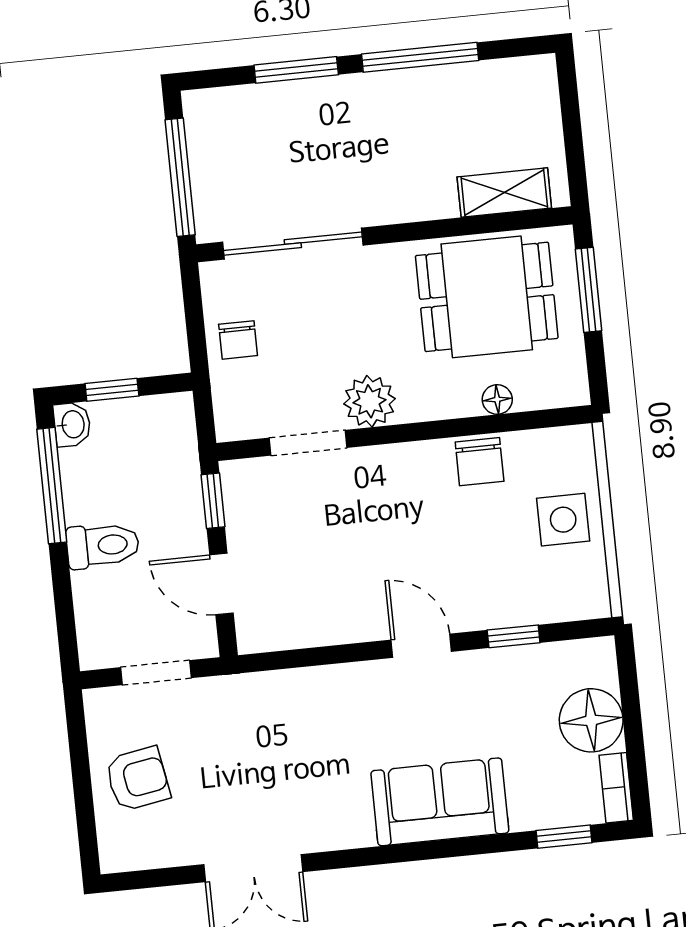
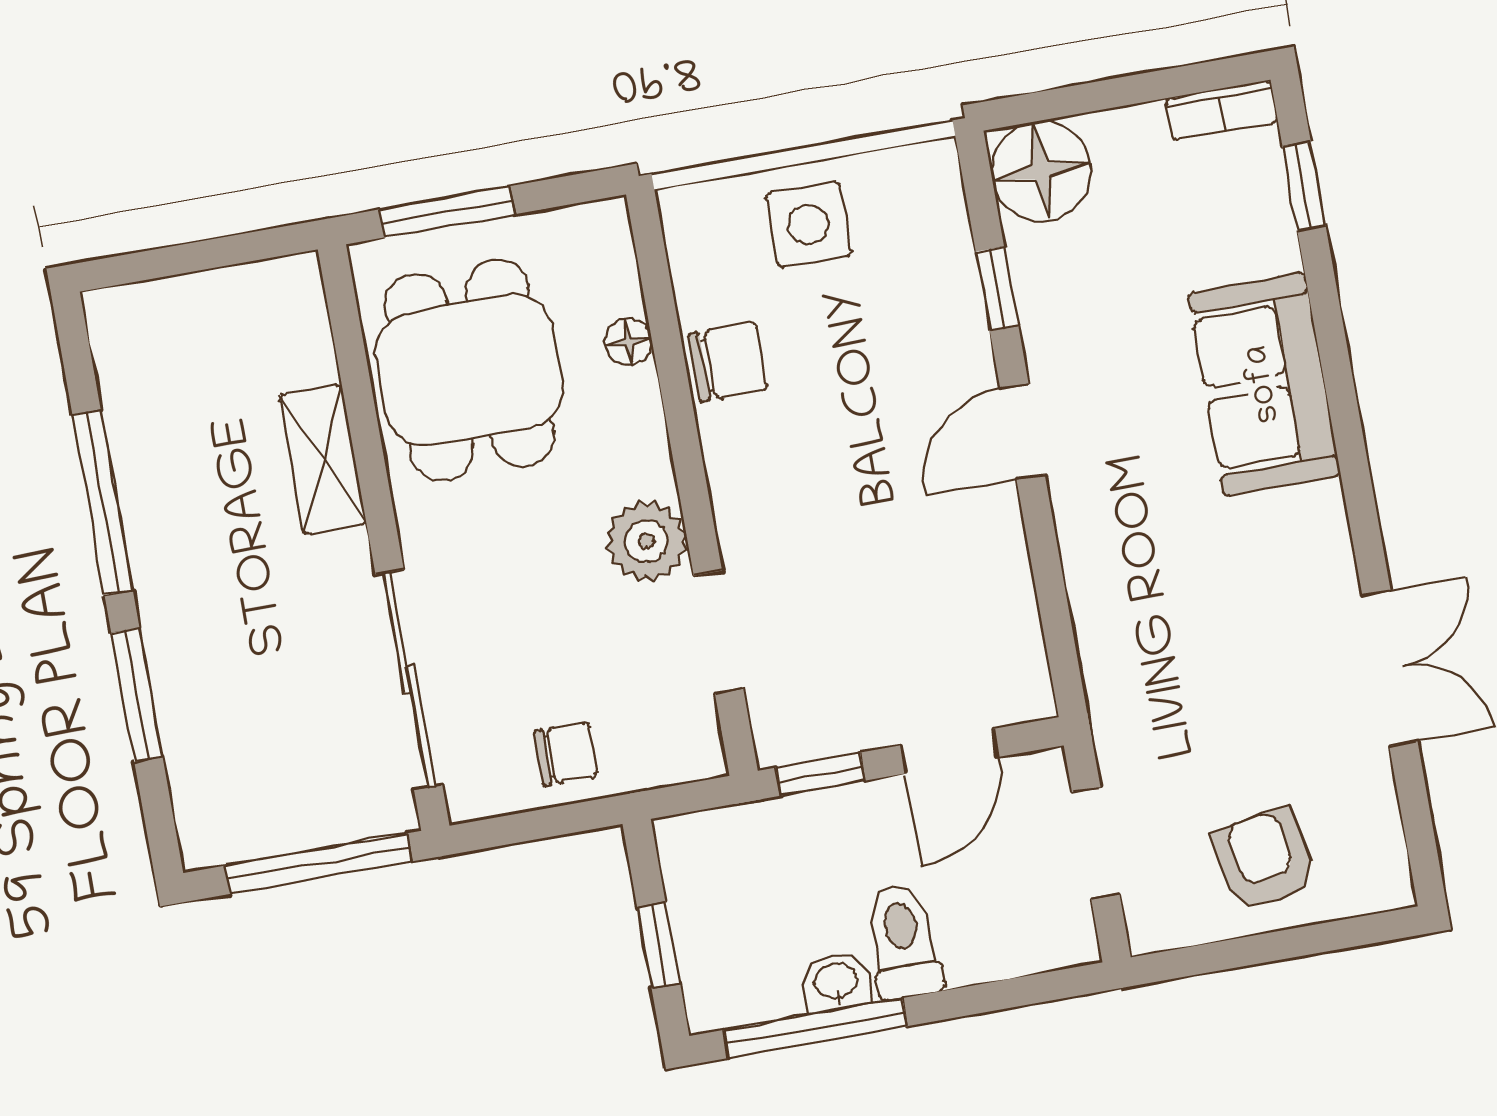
shelving: (504, 193) -> (323, 460), moved
washbasin: (72, 424) -> (836, 982), moved
floor lamp: (591, 720) -> (1041, 171), moved

